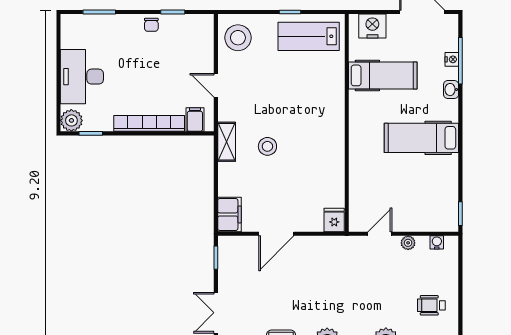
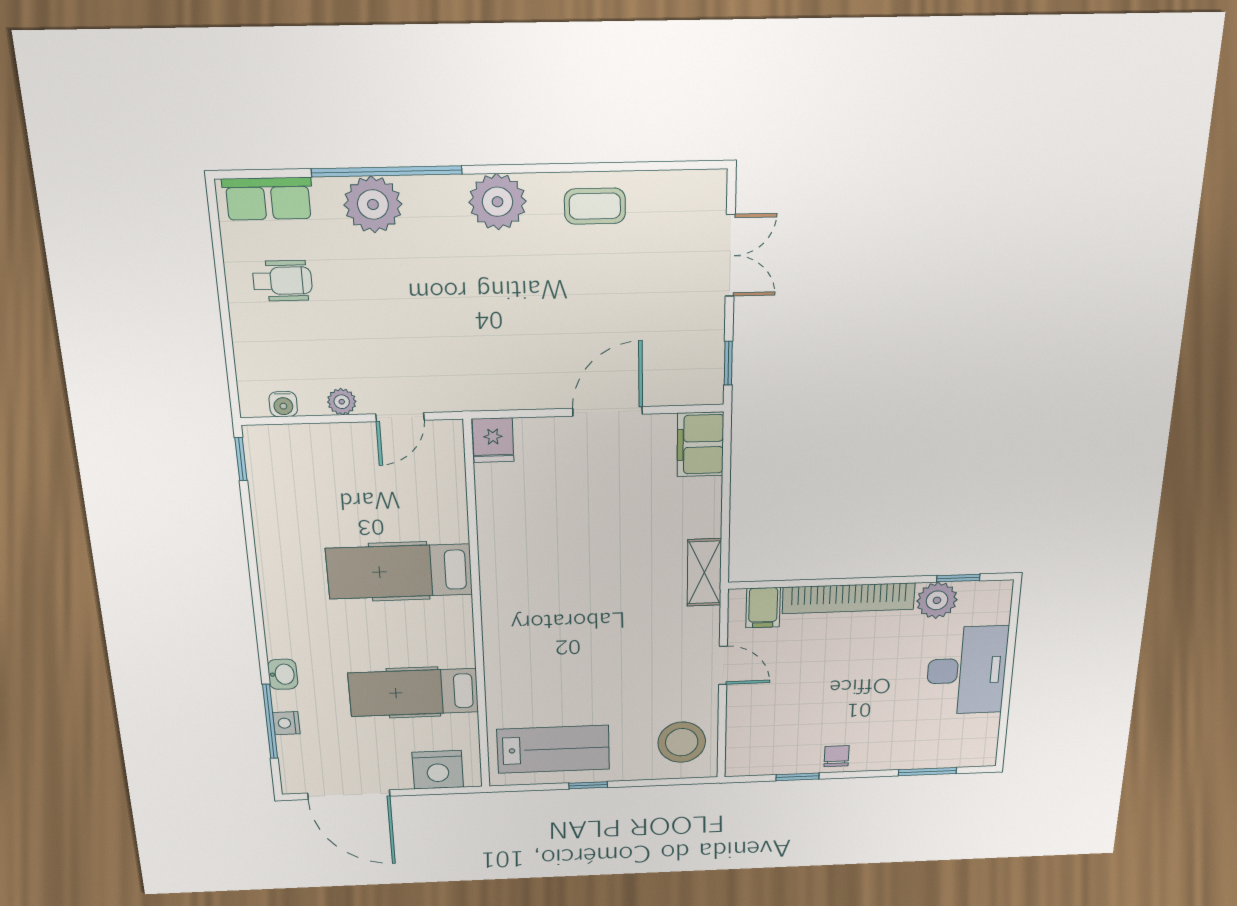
plant: (71, 120) -> (937, 600), moved
hospital bed: (421, 138) -> (399, 571), moved, turned 180
stool: (267, 146) -> (627, 567), removed

